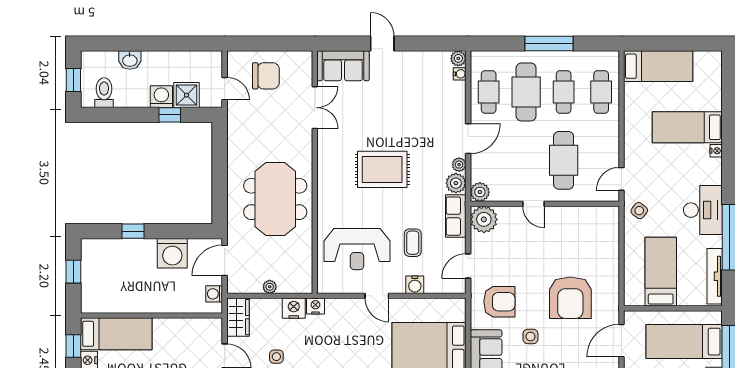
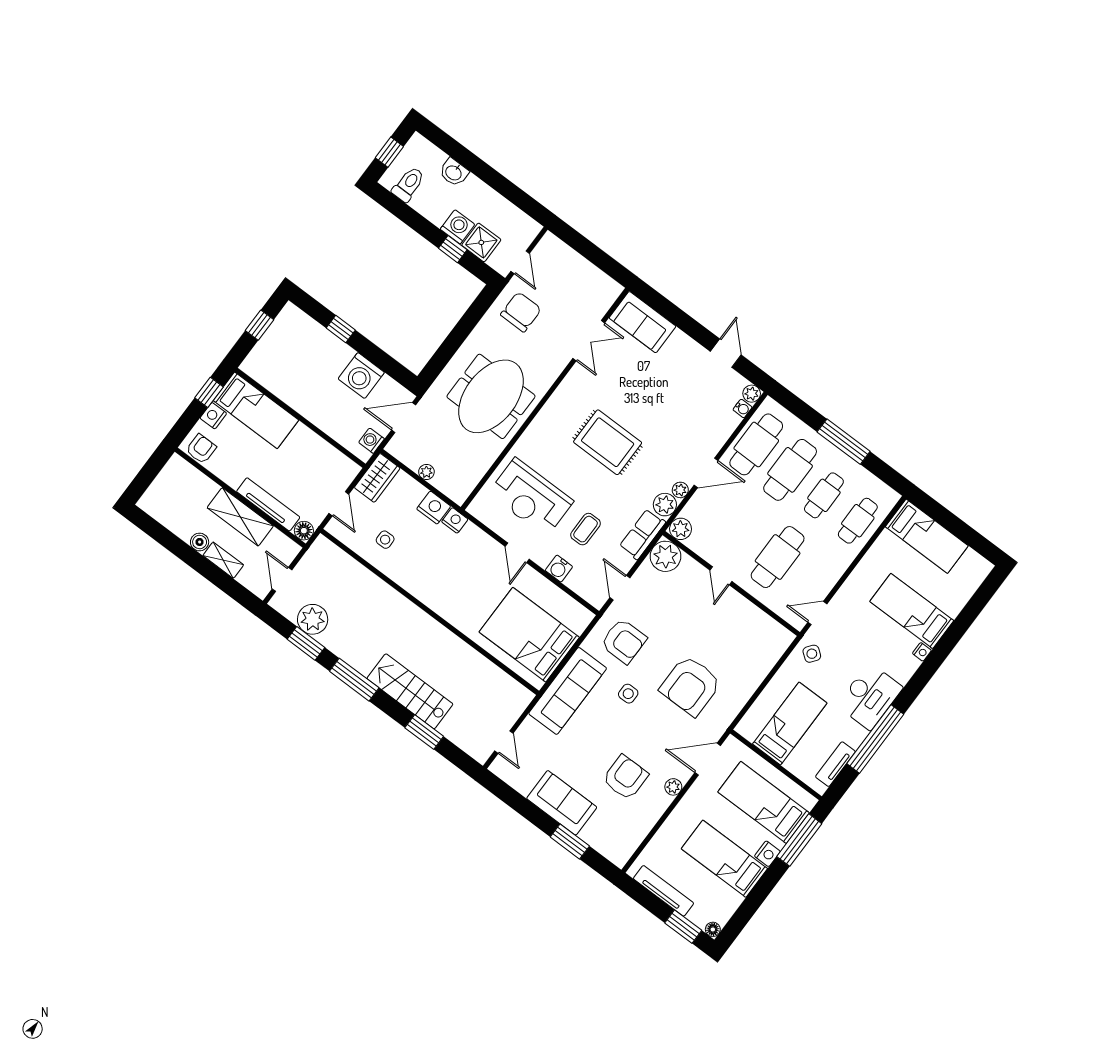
door: (382, 44) -> (726, 353), moved
chair: (266, 76) -> (521, 312), moved, turned -90
cafe table: (489, 92) -> (756, 444), width x1.37, depth x1.35
door: (468, 266) -> (620, 588), hinge flipped
tv unit: (715, 276) -> (835, 764), width x0.71

